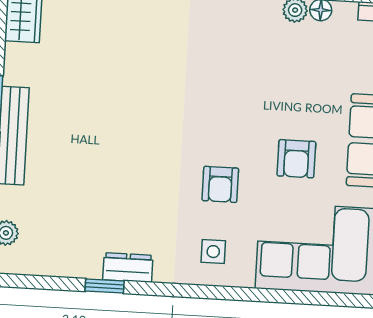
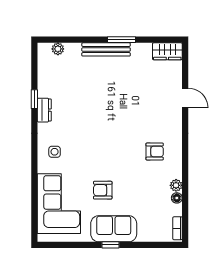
armchair: (220, 184) -> (155, 152), moved, turned 180

